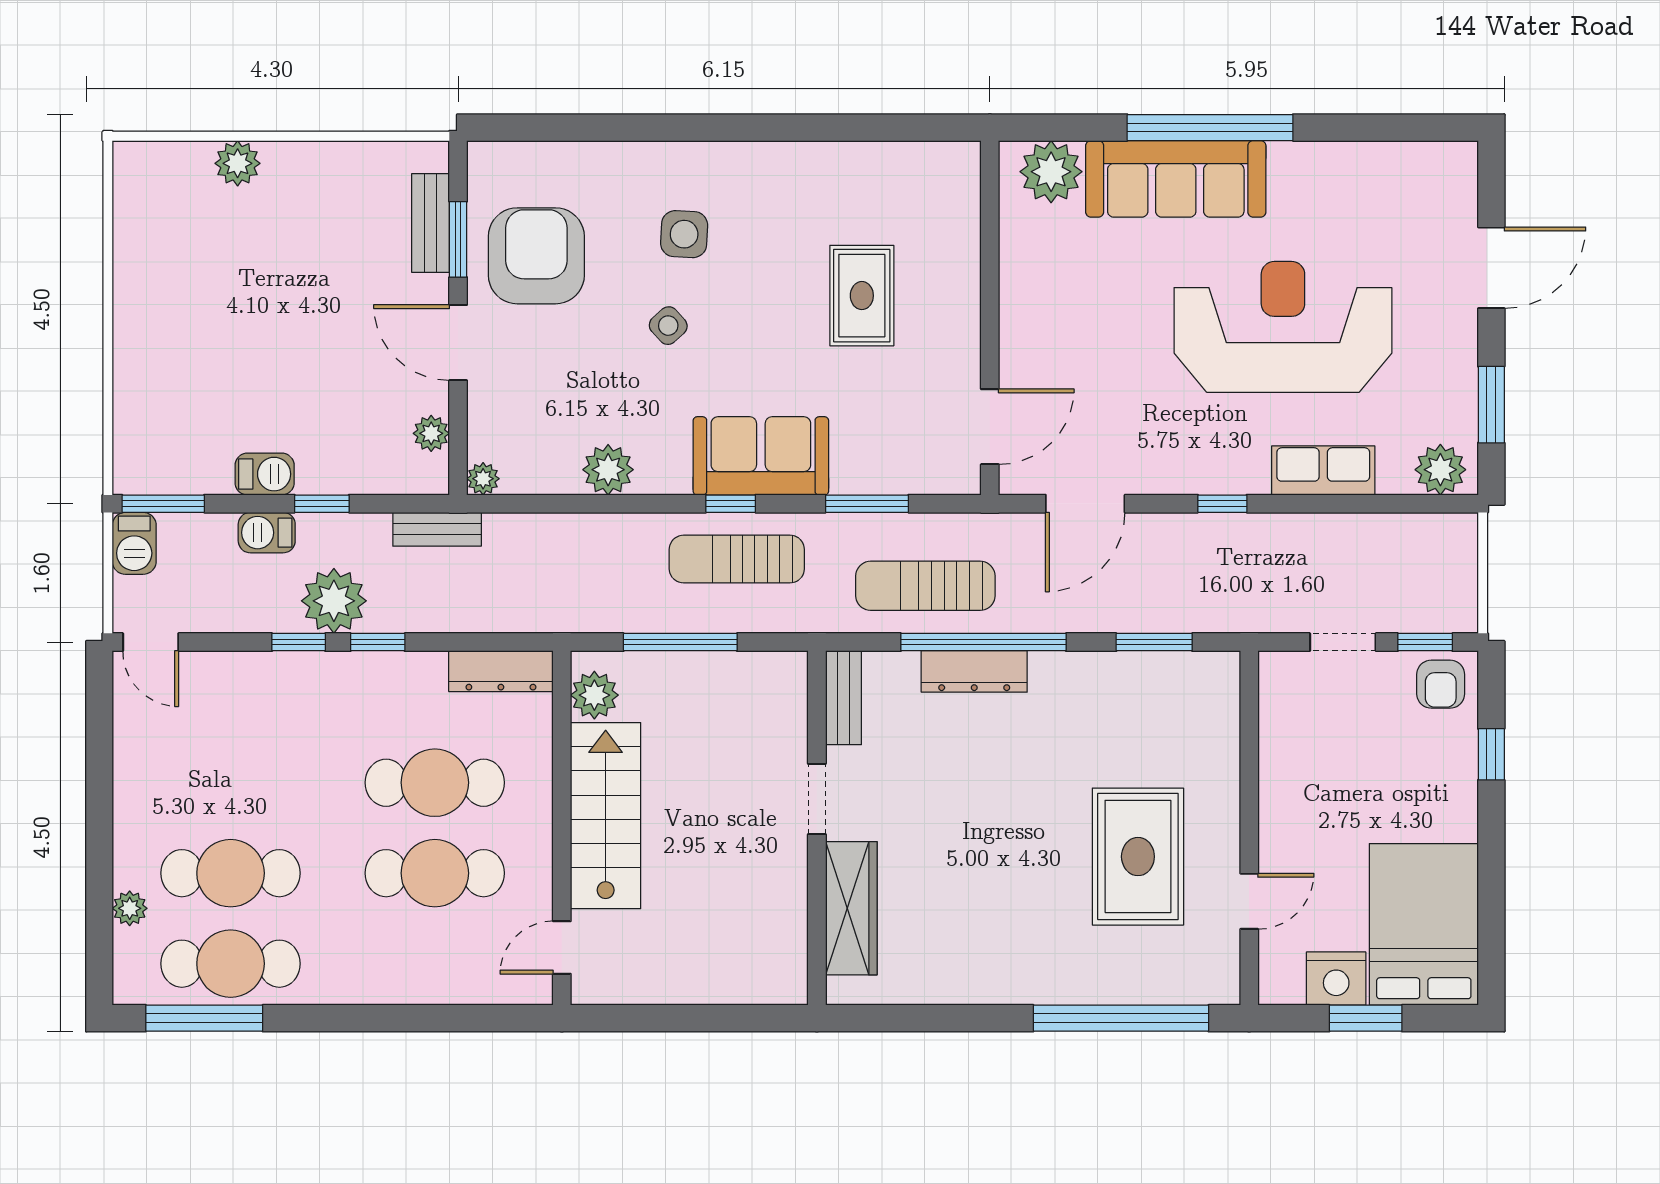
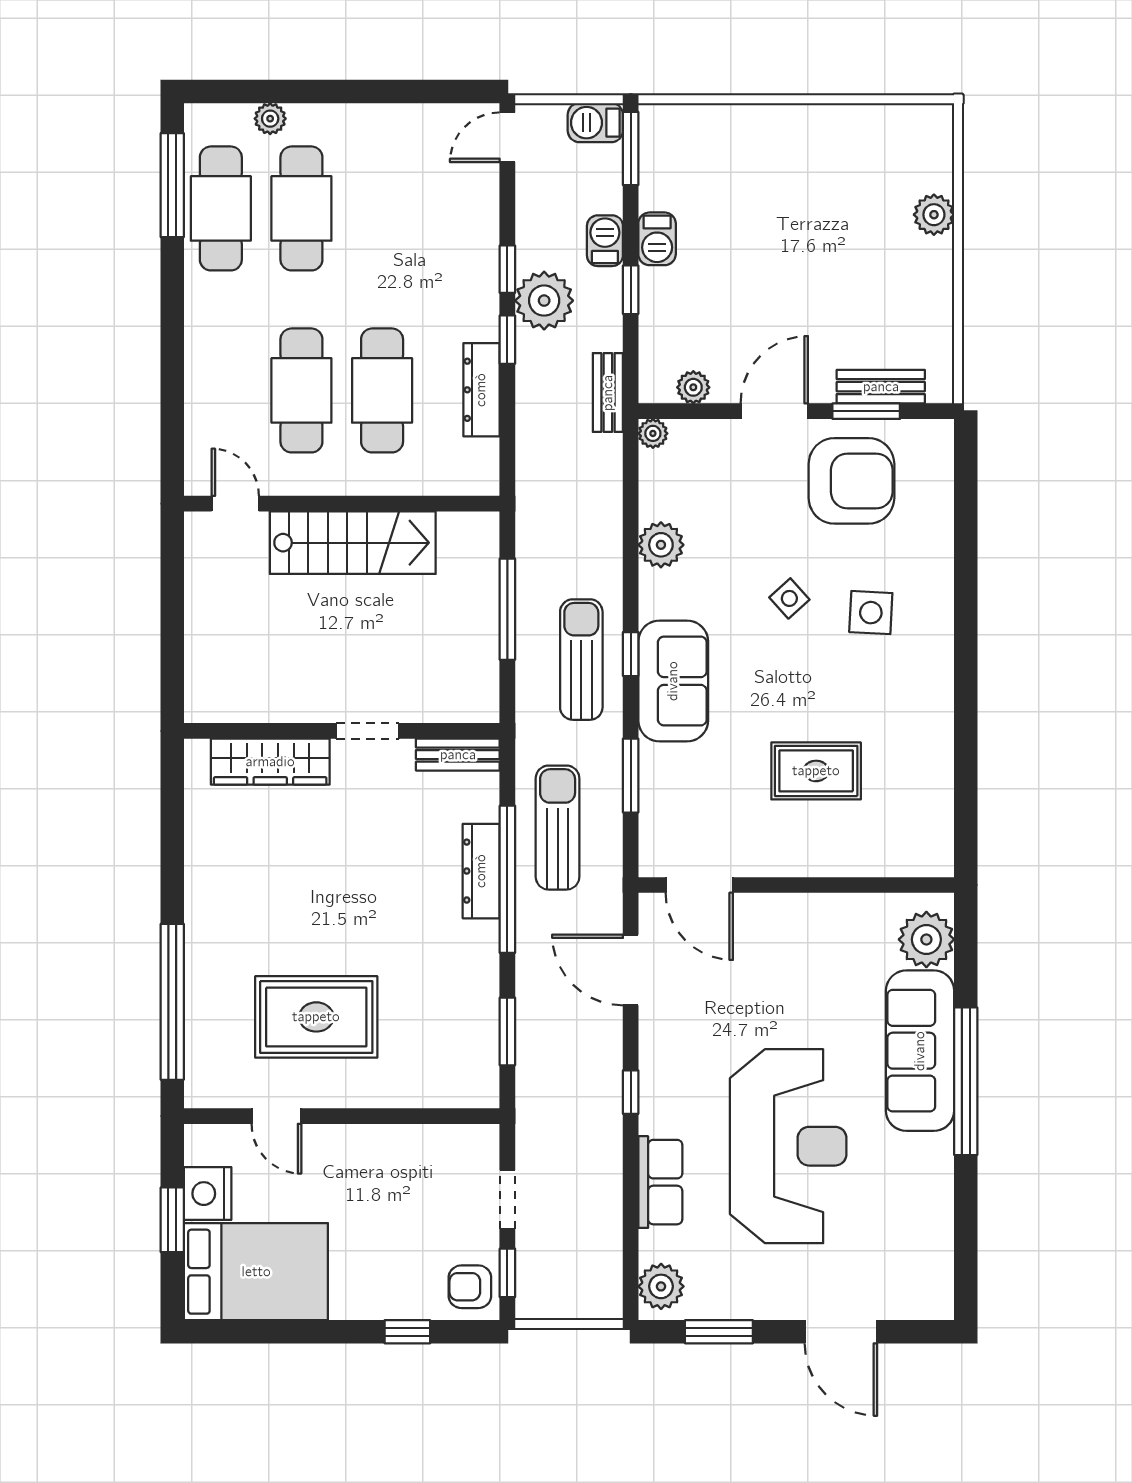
dresser: (501, 671) -> (481, 390), moved
plant: (594, 695) -> (460, 533), removed

